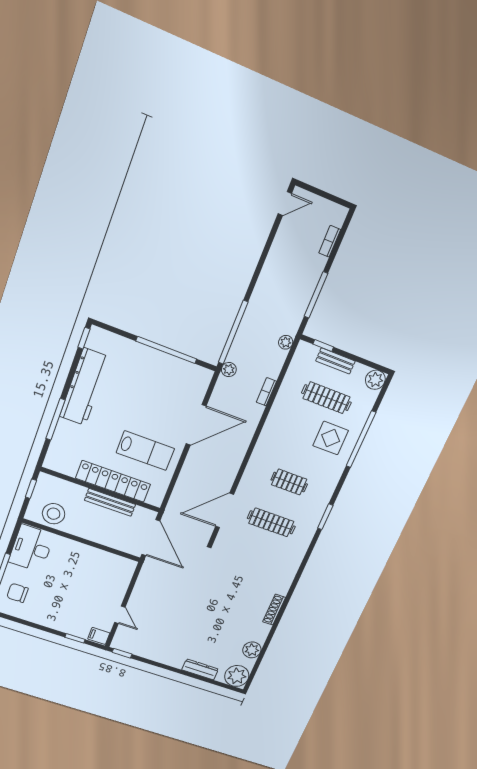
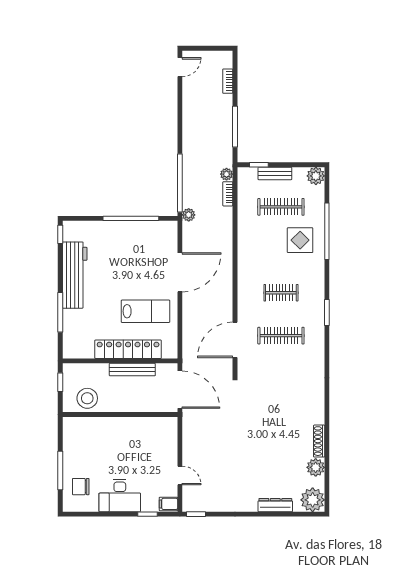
bookcase: (266, 392) -> (228, 194), moved
desk: (31, 548) -> (120, 496), moved, turned -90
shoe rack: (274, 610) -> (319, 441), moved

